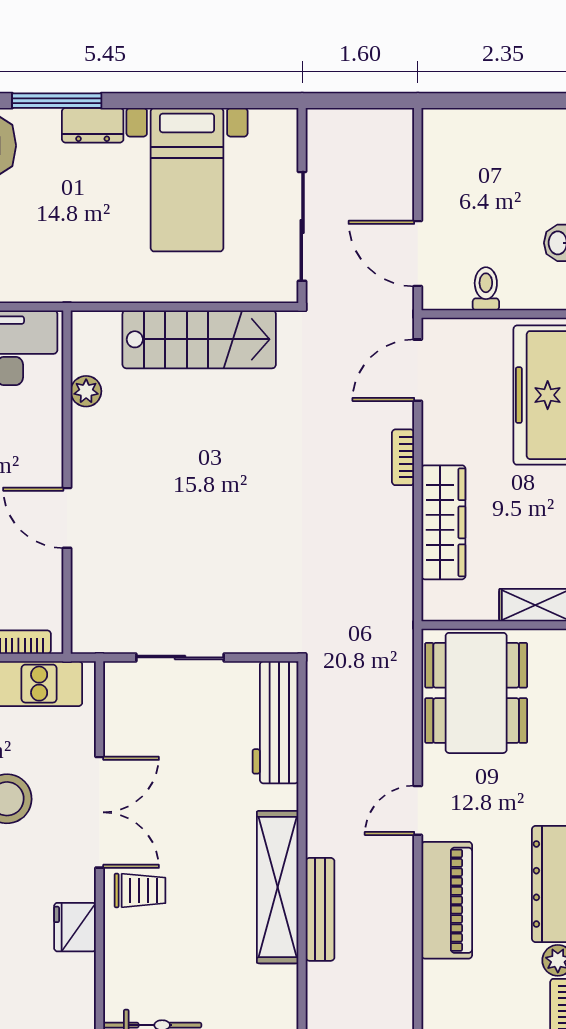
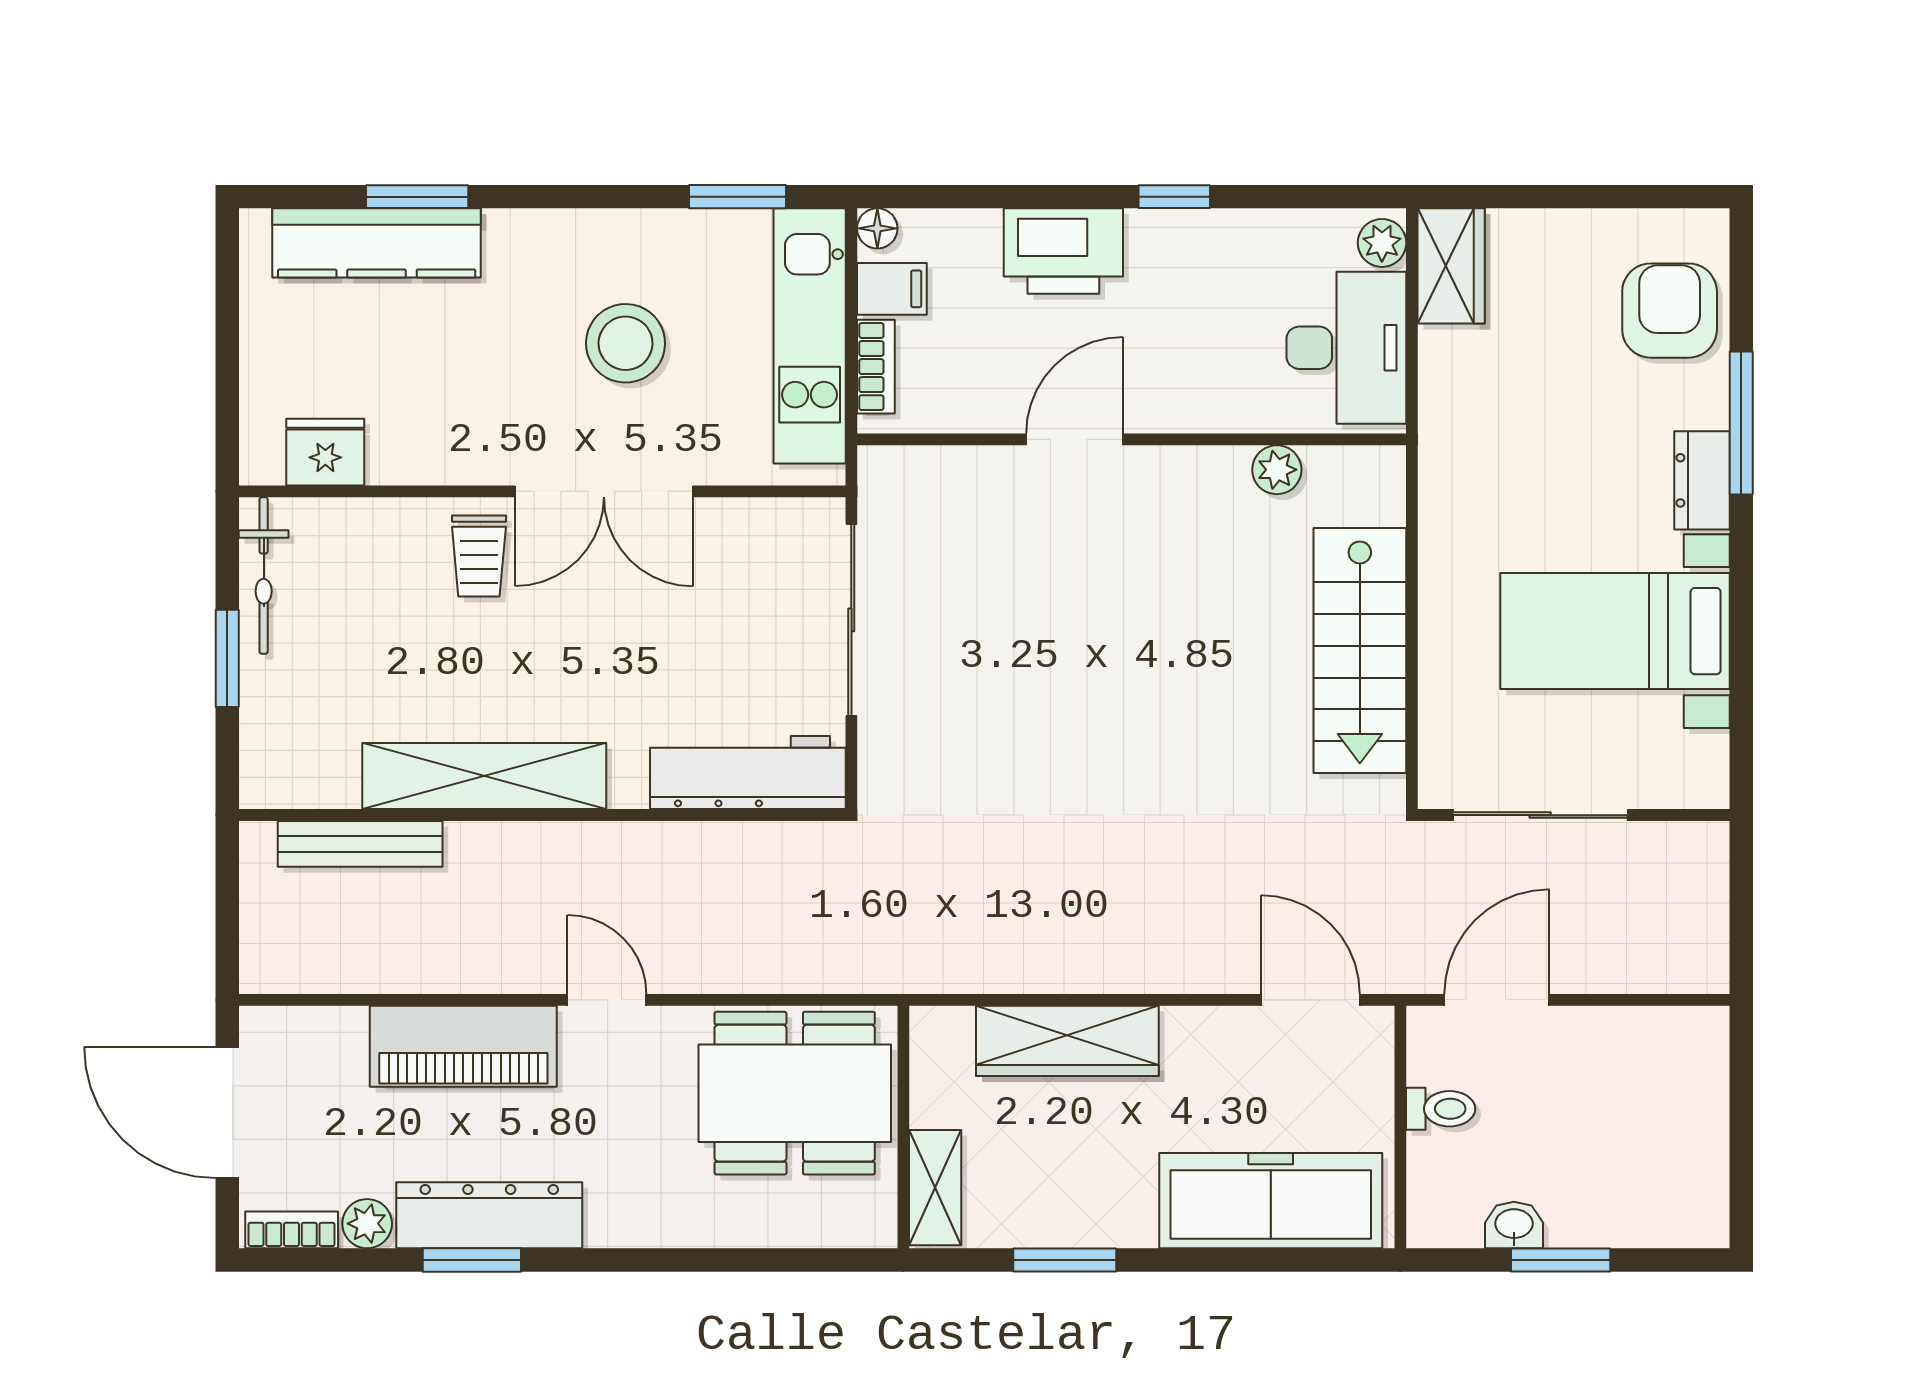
bookcase: (403, 457) -> (1171, 976), removed
sliding door: (180, 657) -> (851, 620), width x1.37
bench: (320, 909) -> (360, 844), moved
fridge: (75, 927) -> (325, 452), moved

